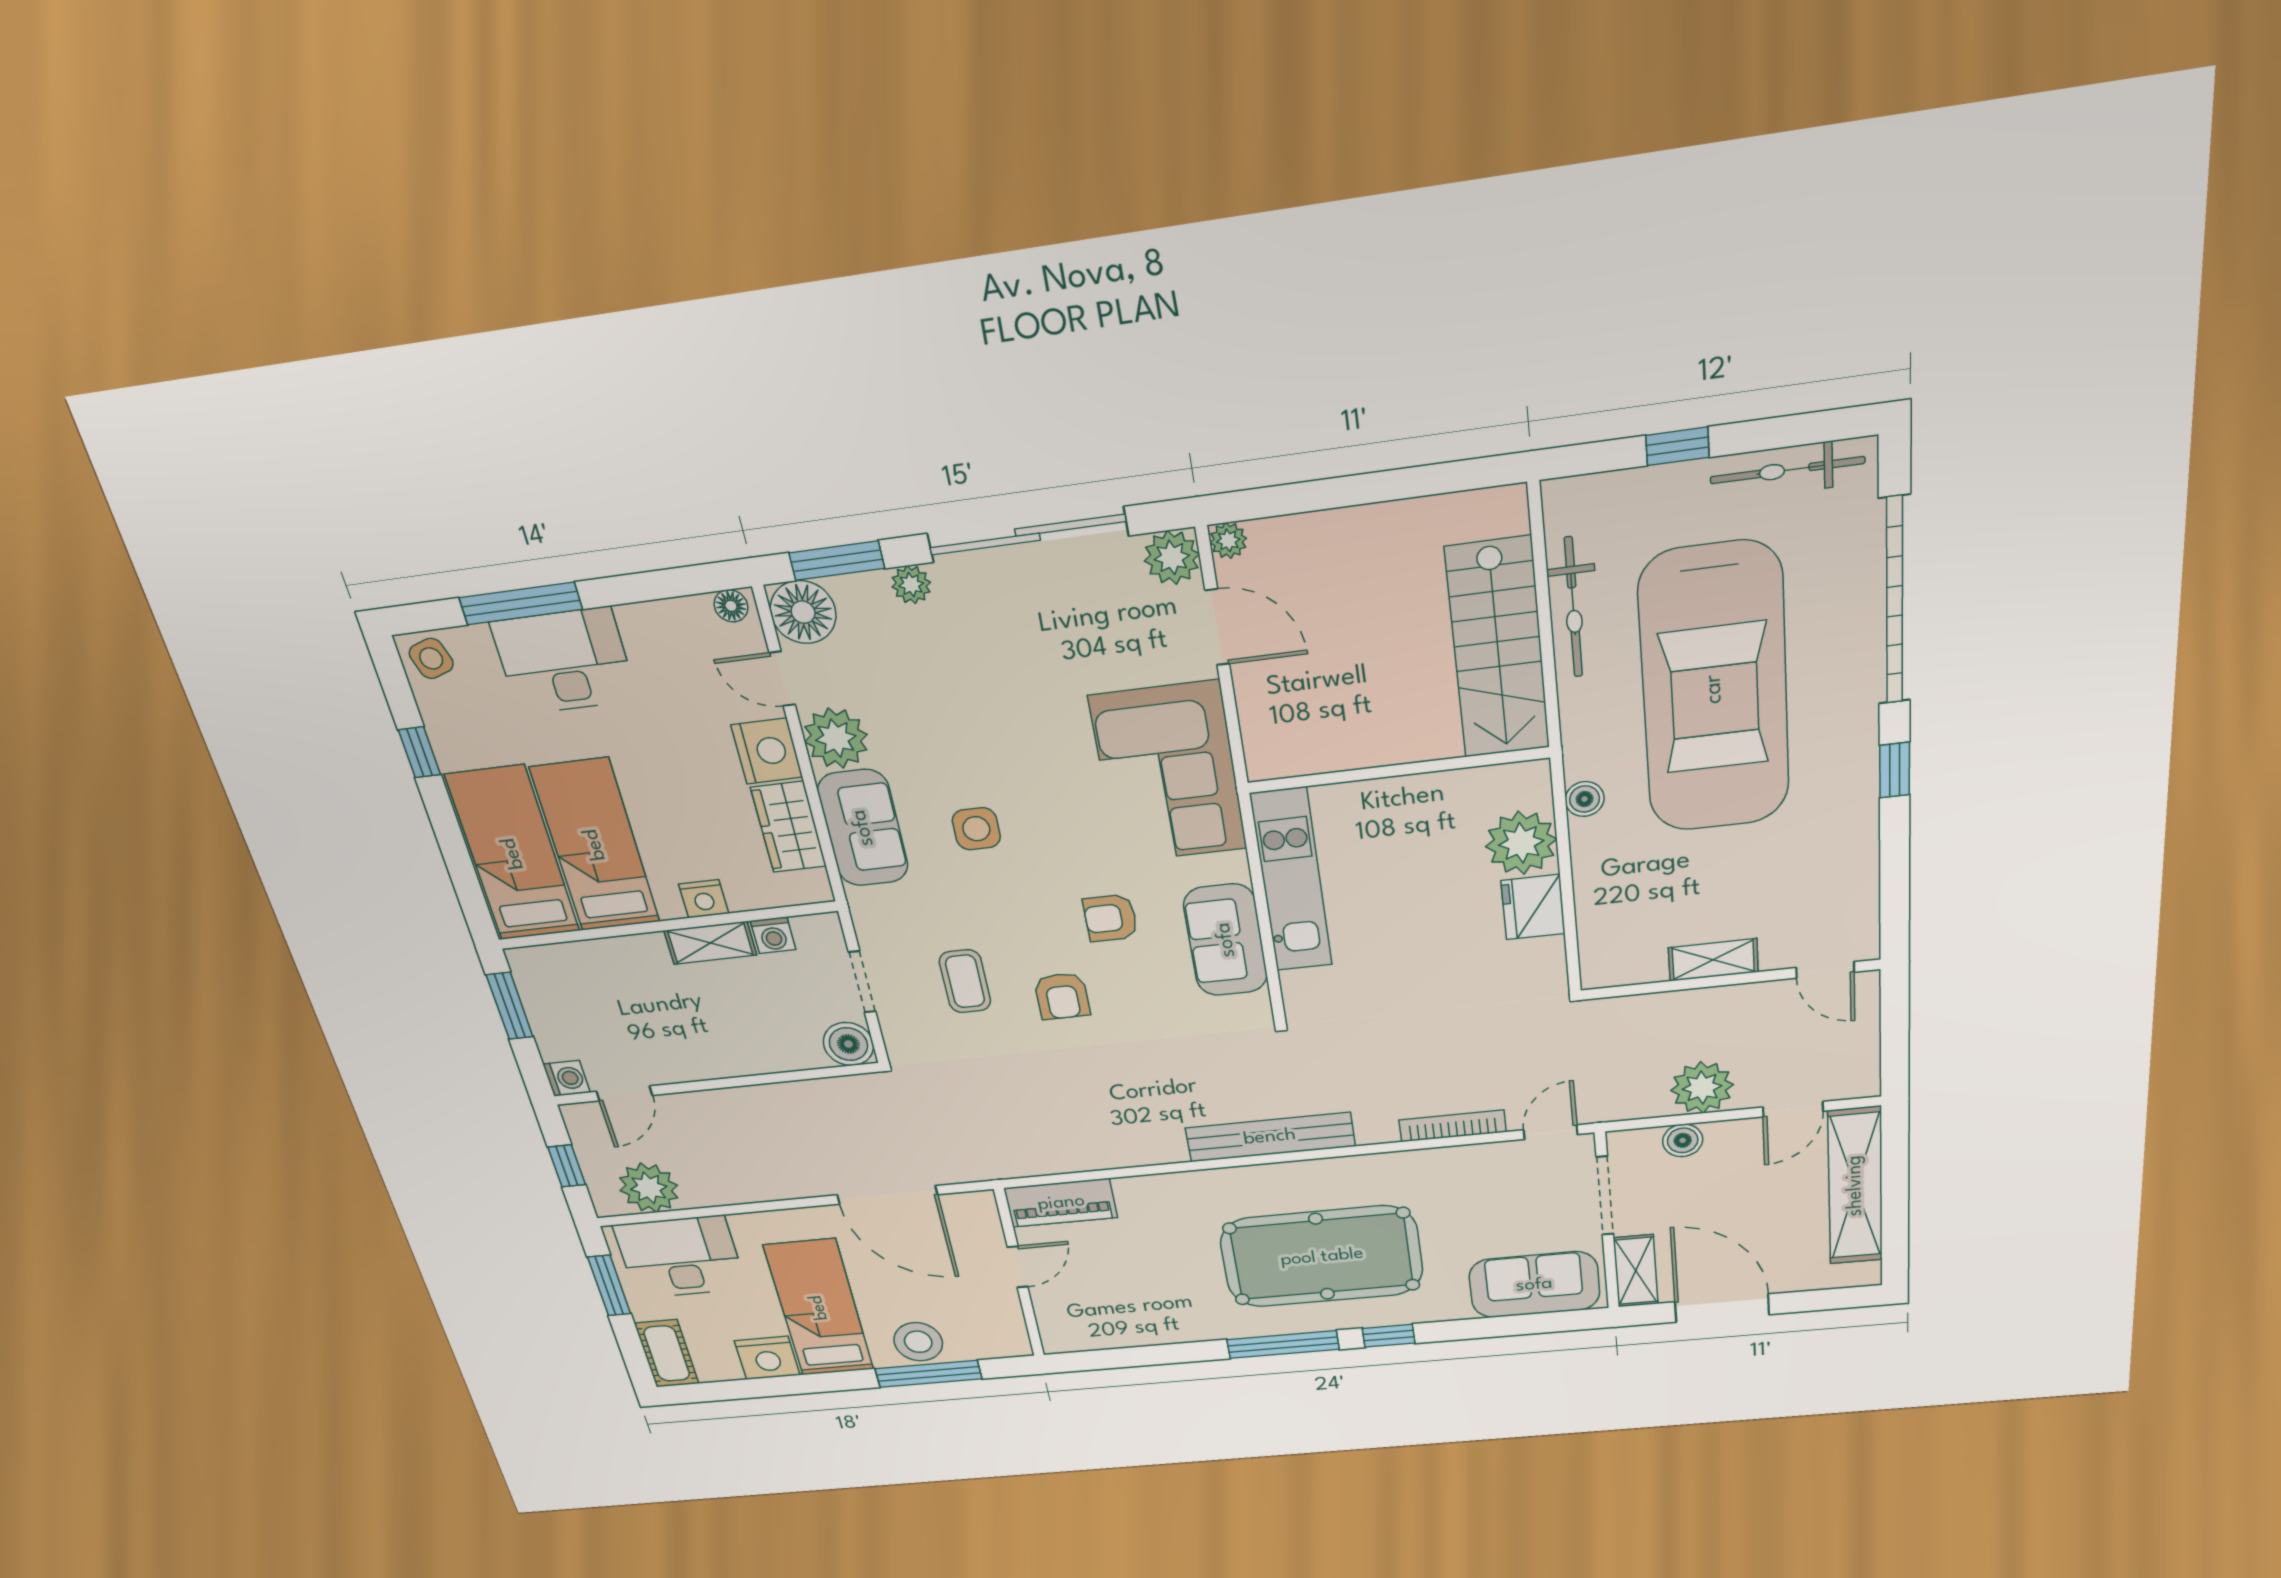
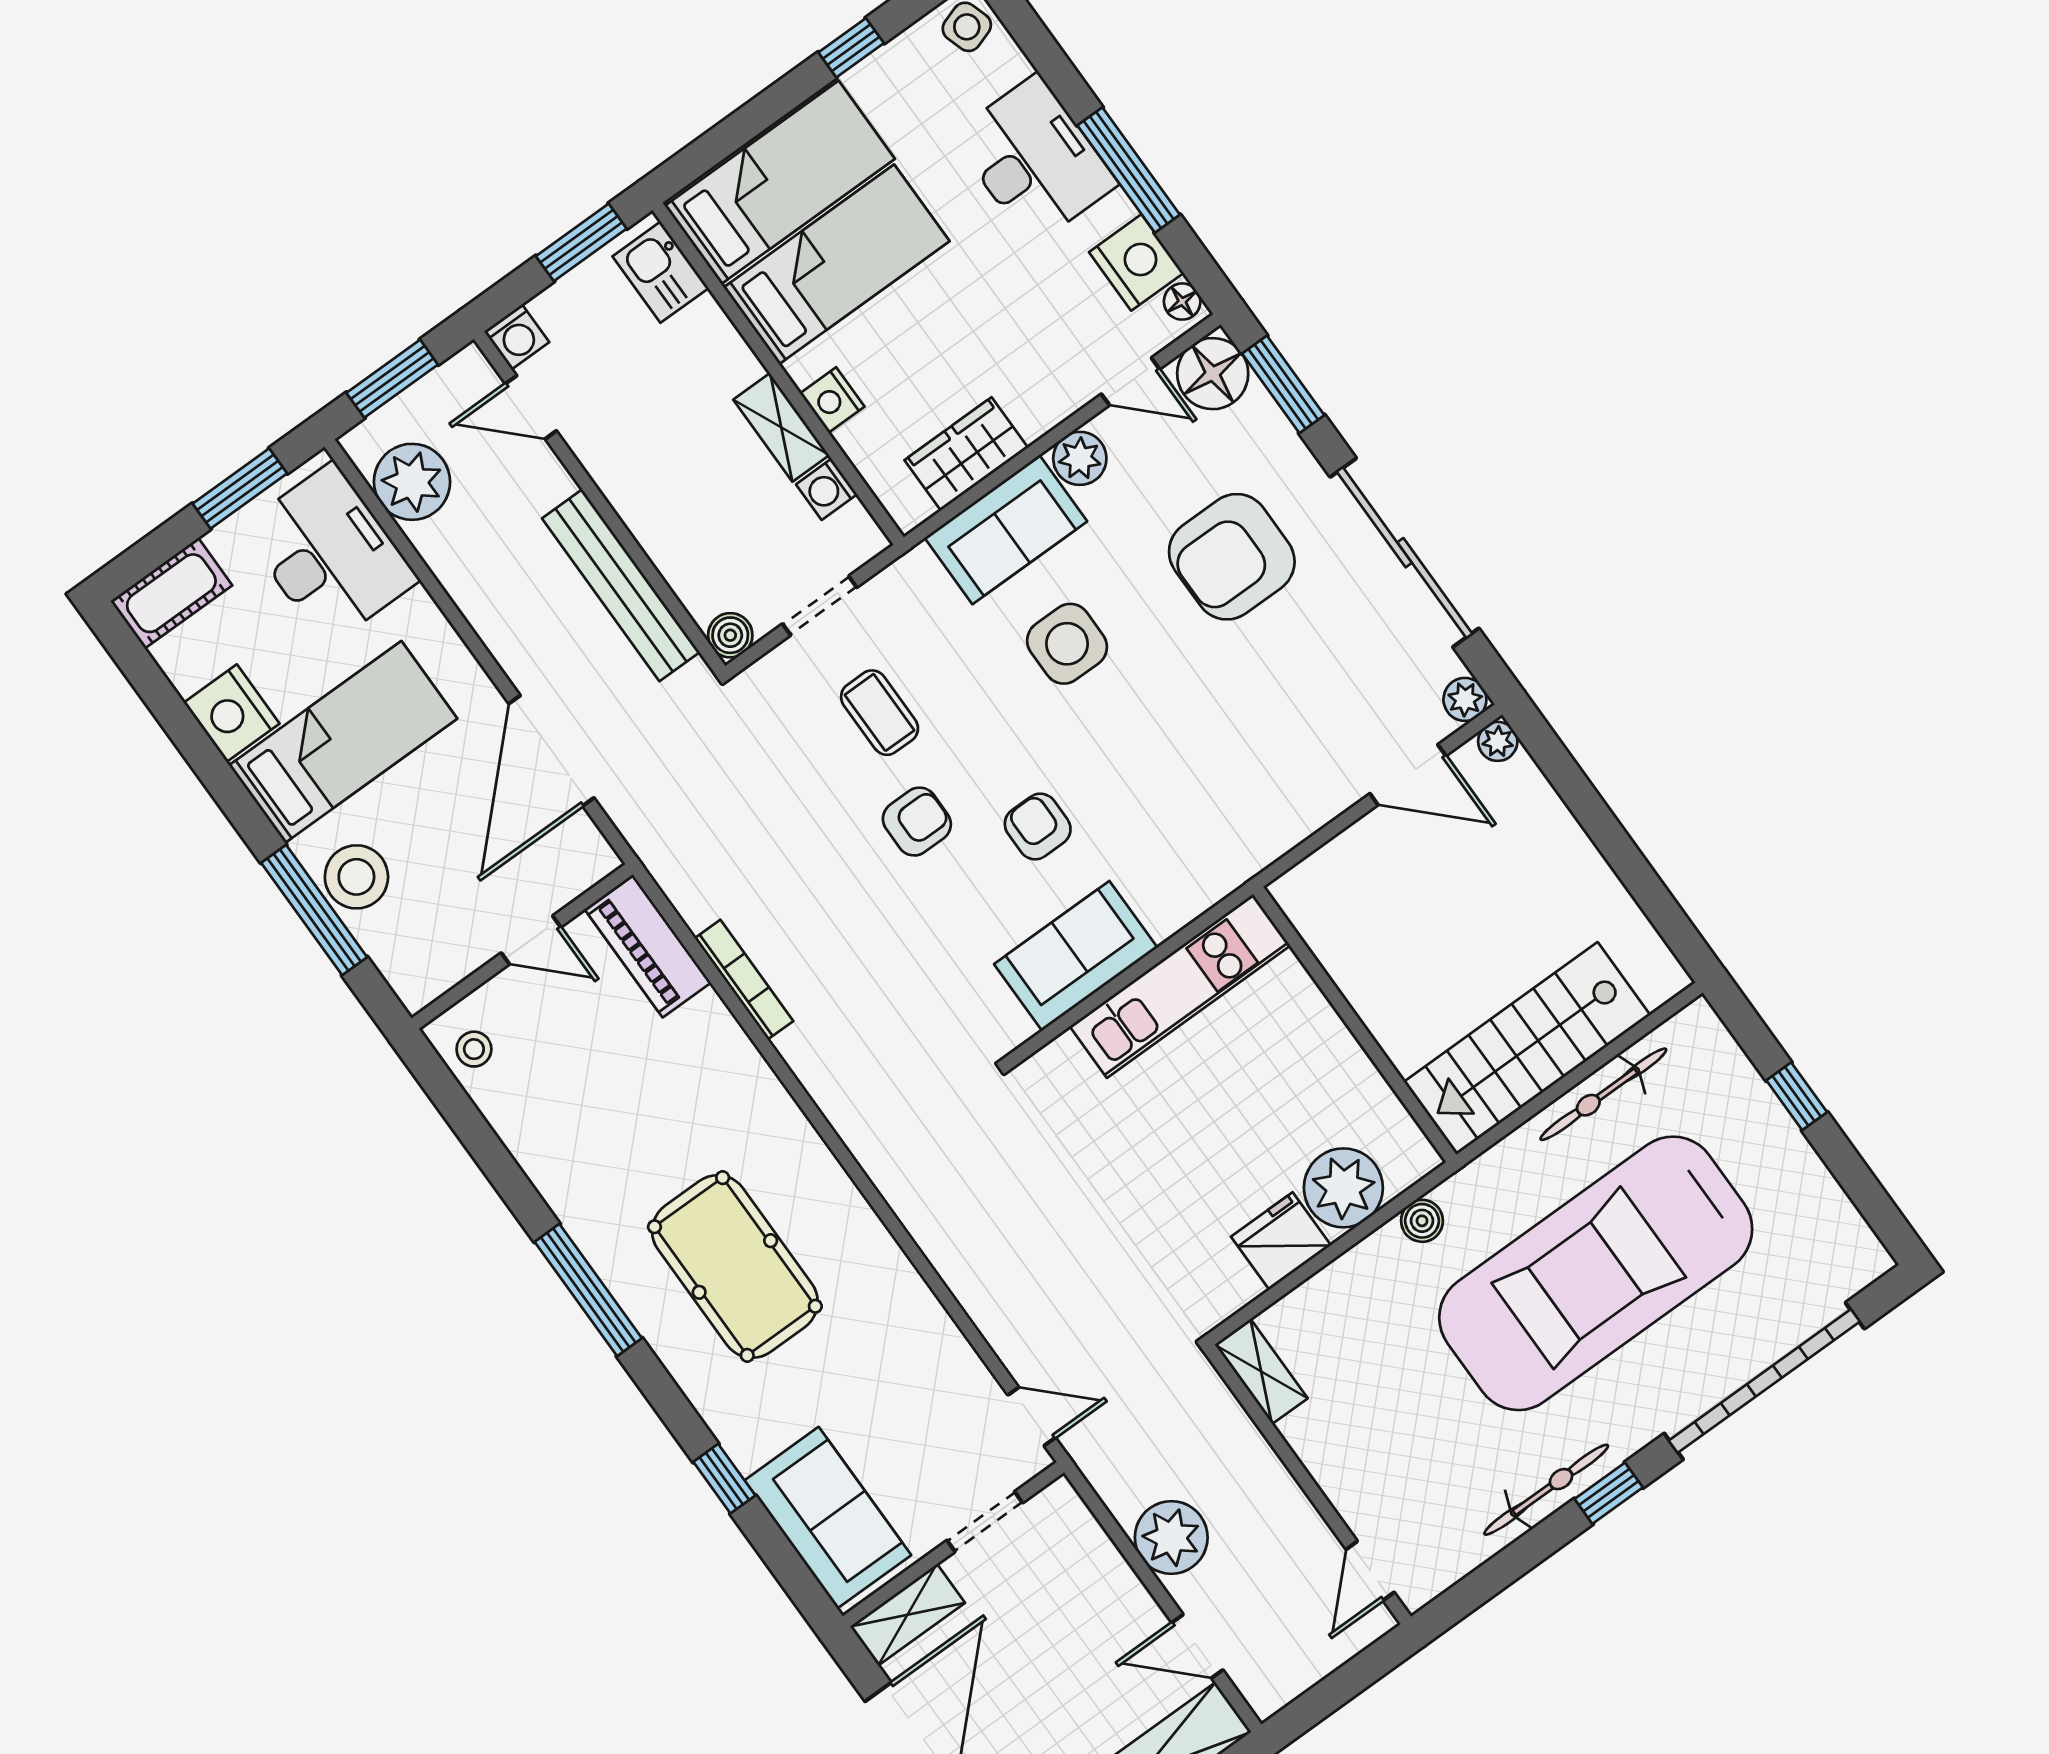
bicycle: (1787, 470) -> (1546, 1490), moved, turned 90
plant: (1172, 557) -> (1465, 699), width x0.73, depth x0.73
plant: (911, 585) -> (1296, 465), removed
window: (521, 604) -> (1129, 170), moved
door: (1217, 627) -> (1408, 775), hinge flipped
armchair: (965, 673) -> (1232, 557), added
door: (782, 679) -> (1130, 382), swing flipped
plant: (836, 738) -> (1080, 458), width x0.73, depth x0.73
nightstand: (767, 751) -> (1136, 263), moved, turned -90
corner sofa: (1168, 773) -> (1232, 804), removed
side table: (976, 829) -> (1067, 644), width x1.37, depth x1.37
shelving: (1713, 960) -> (1261, 1371), moved
kitchen sink: (554, 966) -> (661, 272), added
coffee table: (965, 981) -> (880, 713), turned 90
armchair: (1062, 996) -> (917, 822), turned 180
boiler: (848, 1044) -> (730, 635), width x0.73, depth x0.73
bookcase: (1453, 1126) -> (744, 980), moved
bench: (1270, 1137) -> (621, 585), moved
boiler: (1683, 1140) -> (1098, 1559), removed
window: (567, 1166) -> (392, 379), width x1.50
doorway: (1605, 1196) -> (985, 1522), width x0.73
pool table: (1322, 1257) -> (735, 1266), width x0.73, depth x0.76
stool: (1076, 1332) -> (474, 1049), added
window: (1389, 1336) -> (724, 1479), moved

